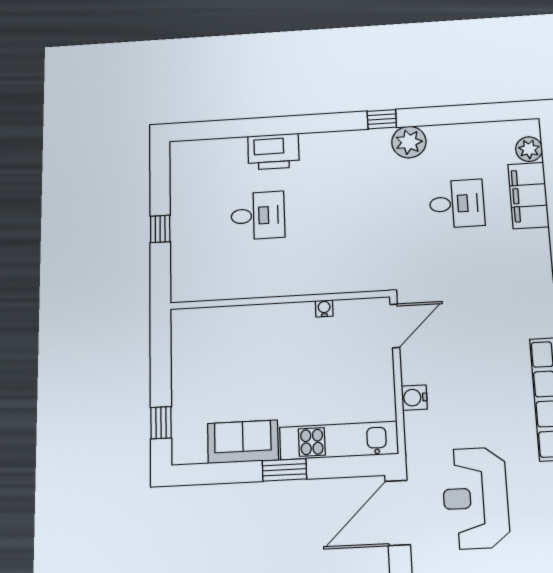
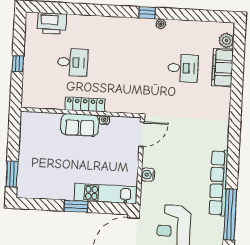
plant: (409, 142) -> (161, 24), width x0.53, depth x0.53
printer: (273, 152) -> (52, 23), moved
locker: (286, 285) -> (85, 105), added
window: (161, 423) -> (12, 174), width x1.50
sofa: (243, 442) -> (80, 125), moved, turned 180

